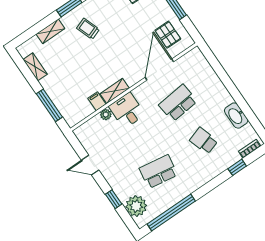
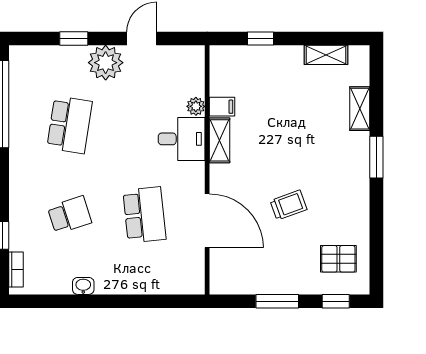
trolley: (88, 29) -> (288, 205), moved
pallet: (168, 35) -> (246, 265), removed
window: (49, 105) -> (260, 38), width x0.46
washbasin: (236, 116) -> (83, 286), width x0.52, depth x0.69
plant: (136, 206) -> (106, 63), moved

